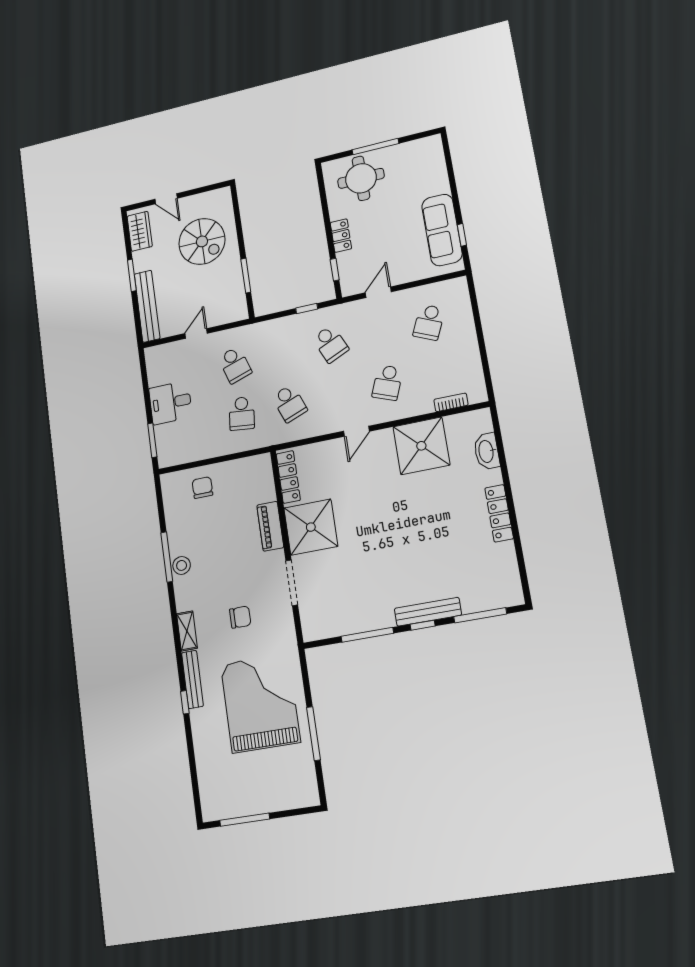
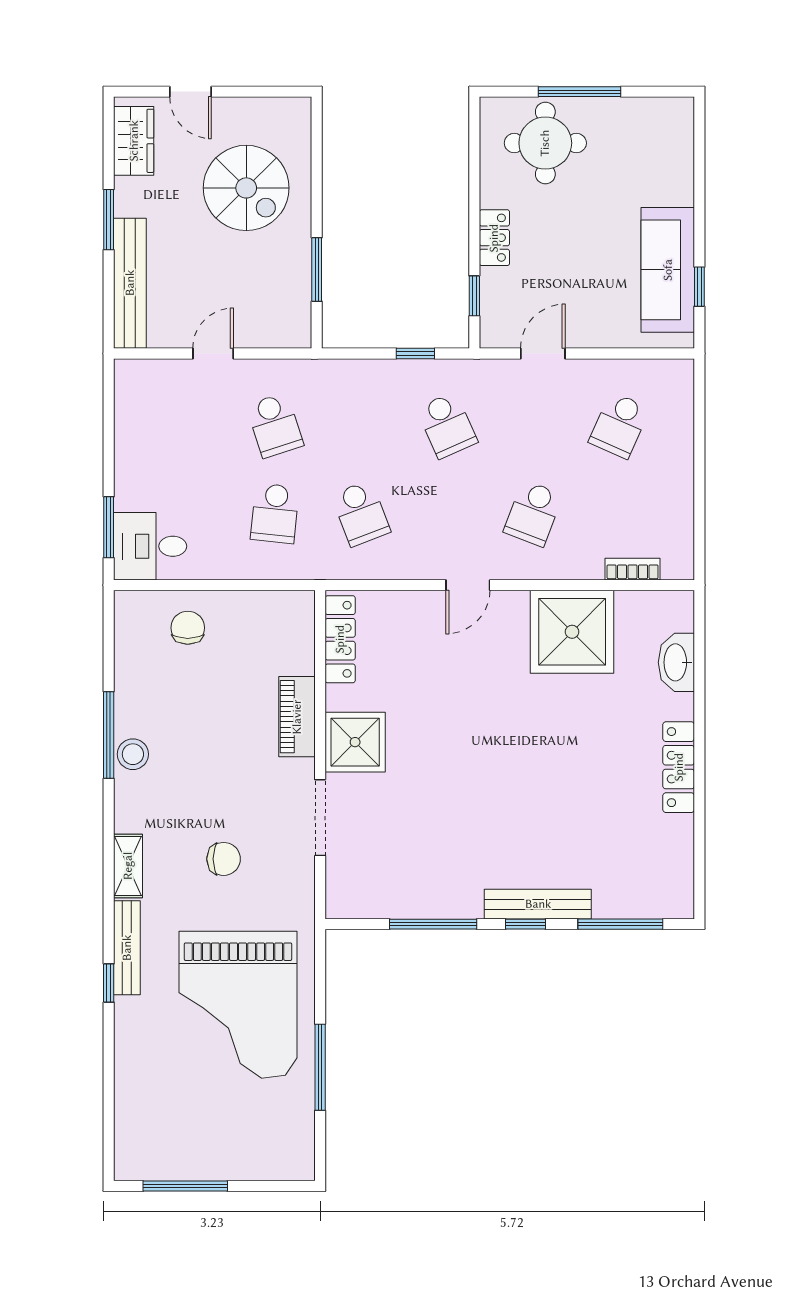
desk: (170, 403) -> (150, 546), moved
shower: (311, 527) -> (355, 742), width x0.73, depth x0.73
grand piano: (260, 703) -> (238, 1005), turned 180

